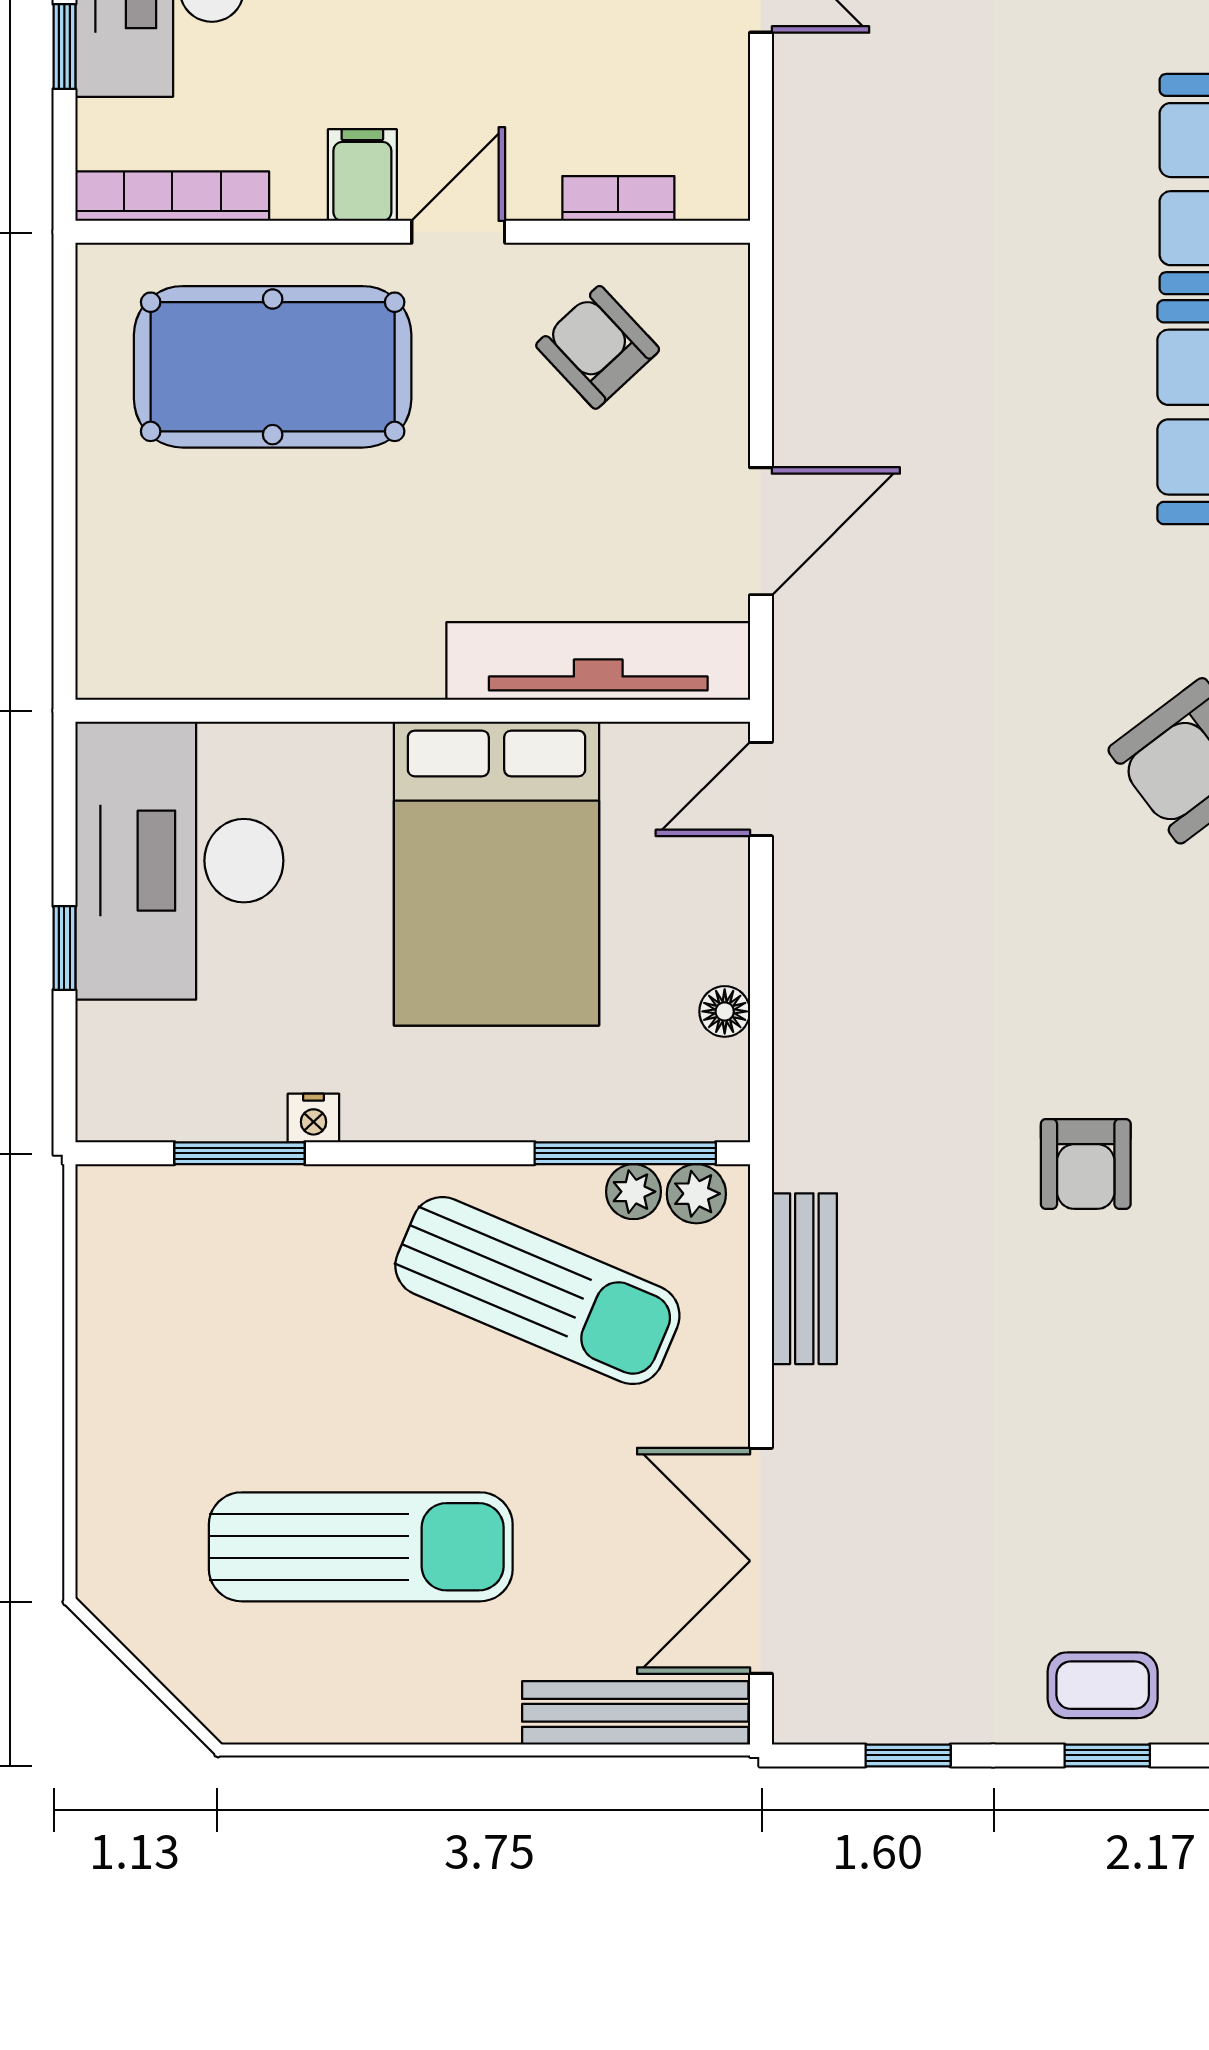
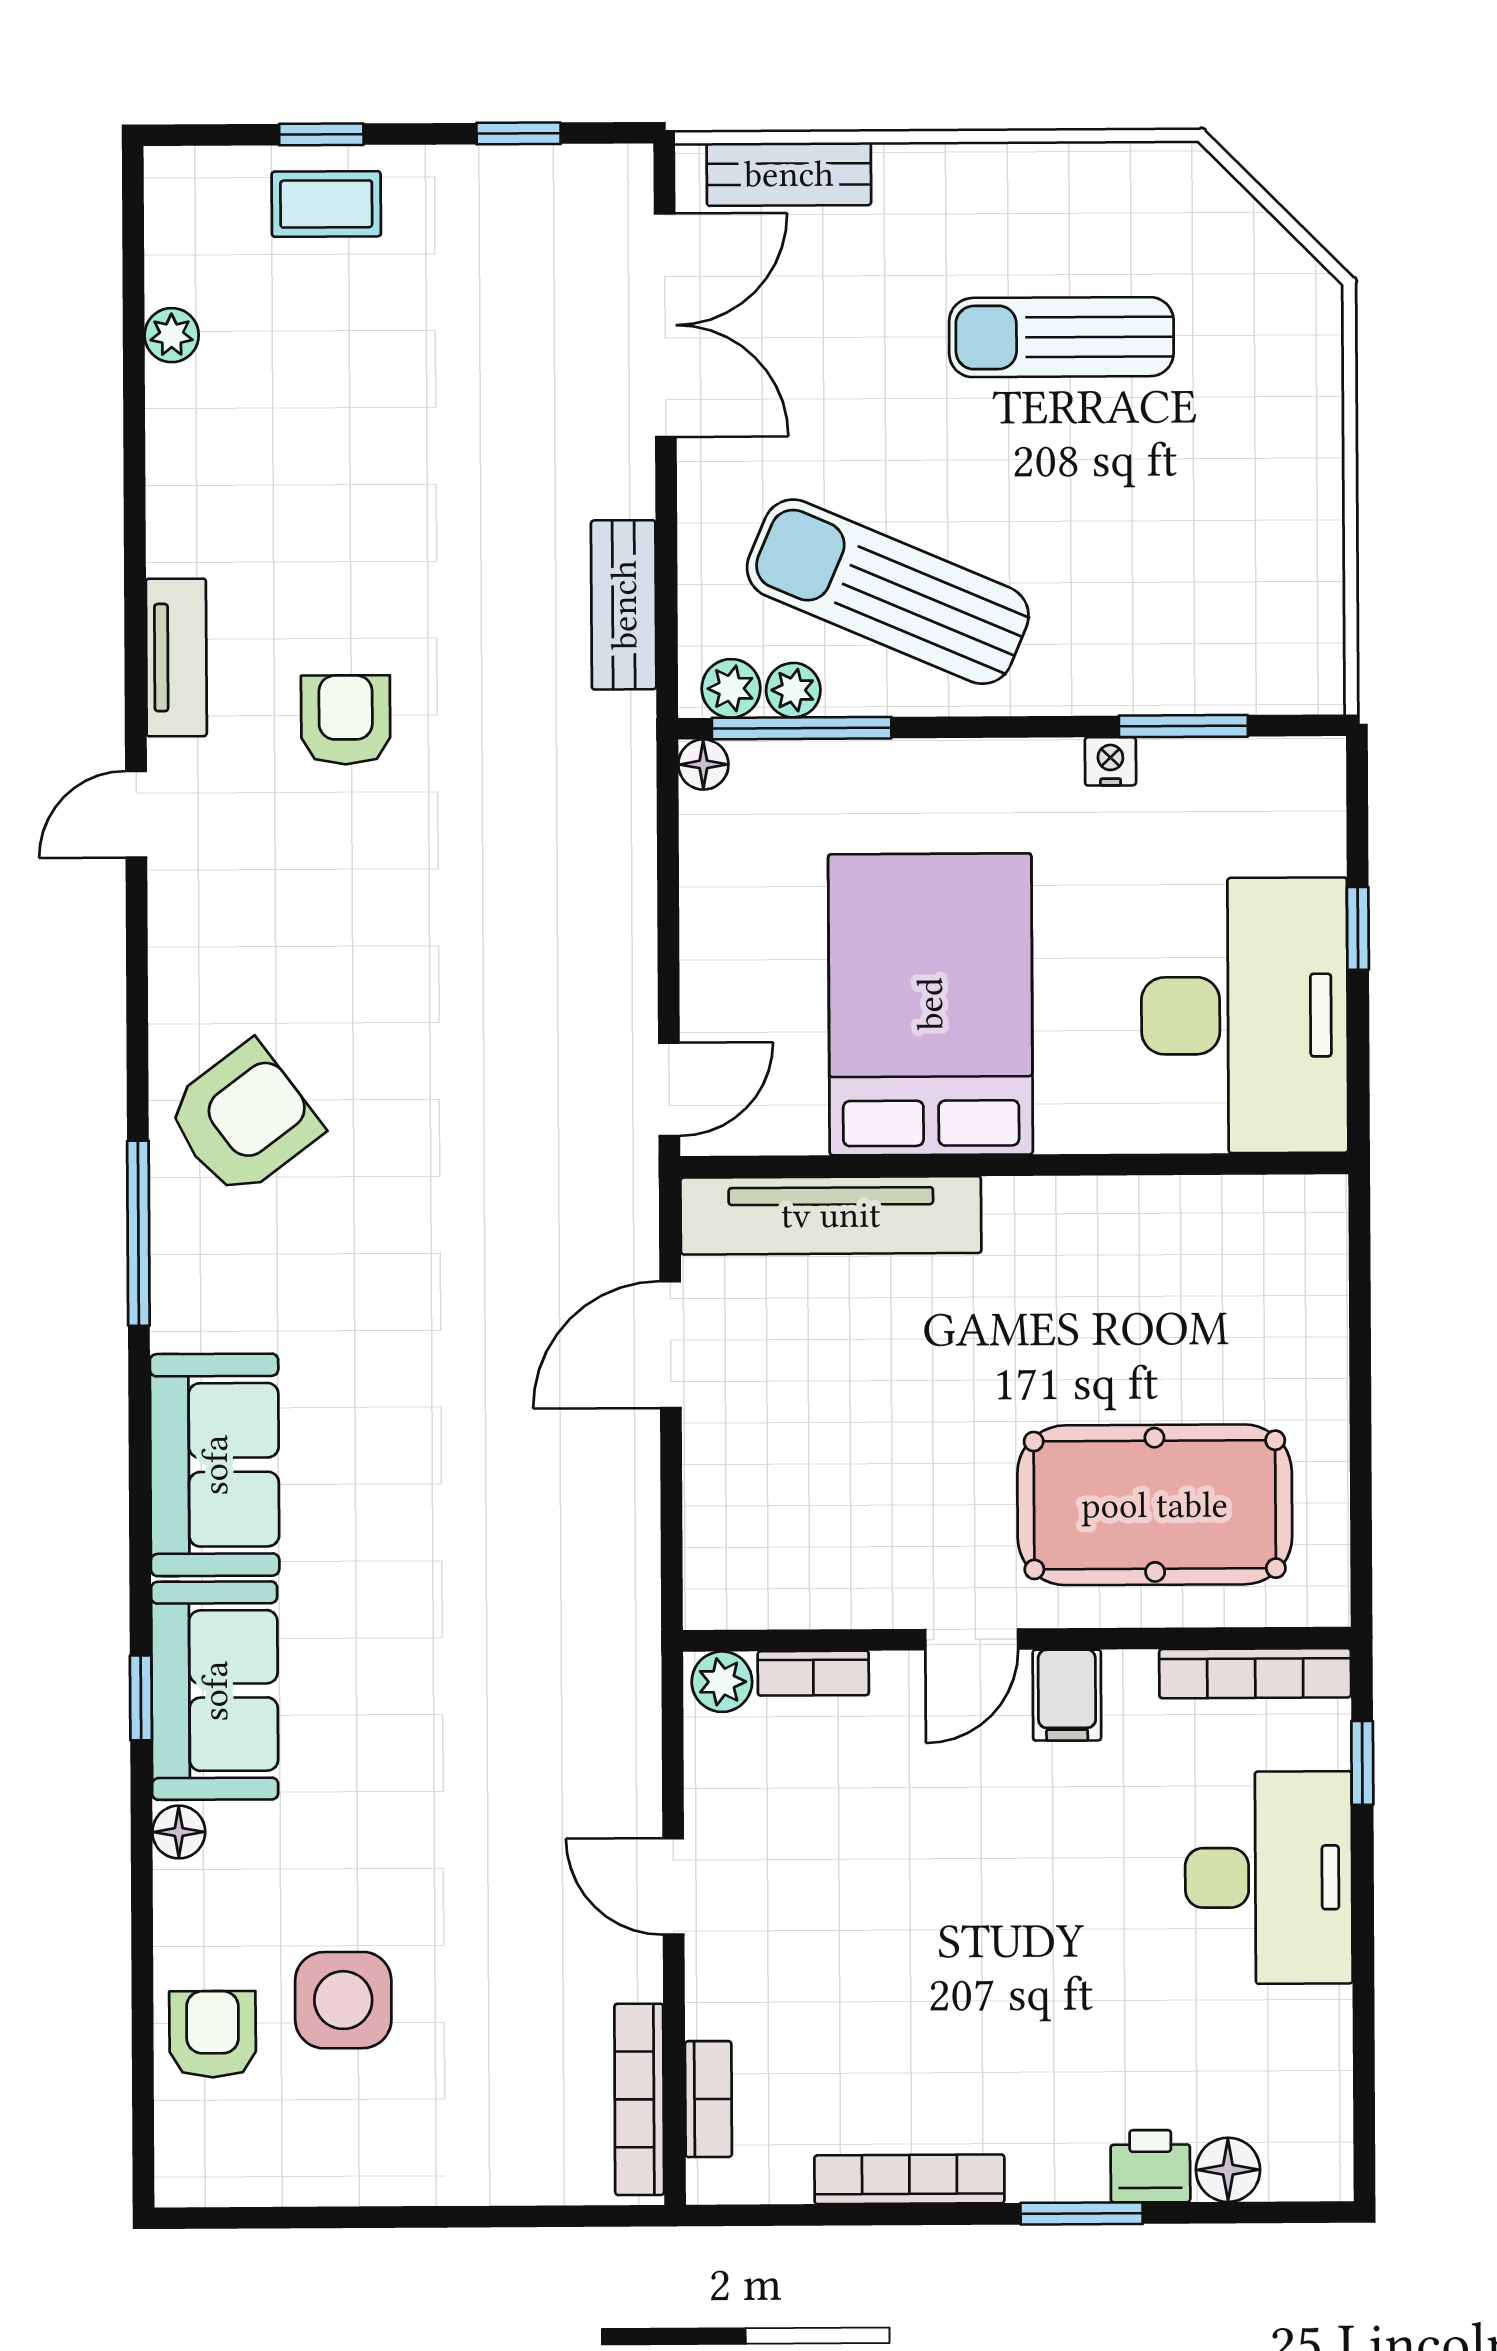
window: (64, 46) -> (1362, 1763), moved
plant: (711, 190) -> (722, 1682), added
armchair: (598, 347) -> (833, 1526), removed
floor lamp: (725, 1011) -> (703, 764), moved
sun lounger: (361, 1547) -> (1061, 337), width x0.73, depth x0.75
bench: (635, 1713) -> (789, 174), width x0.73

